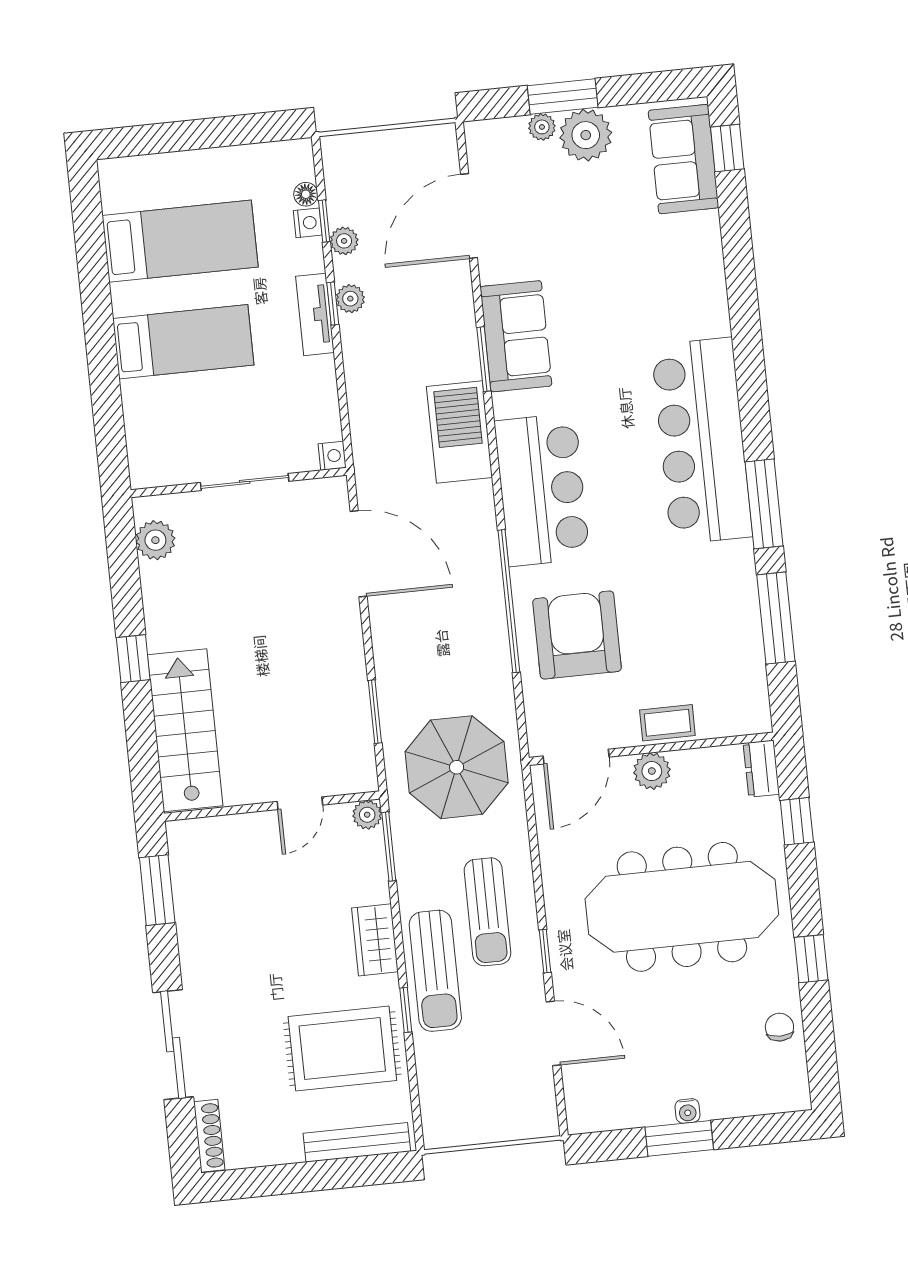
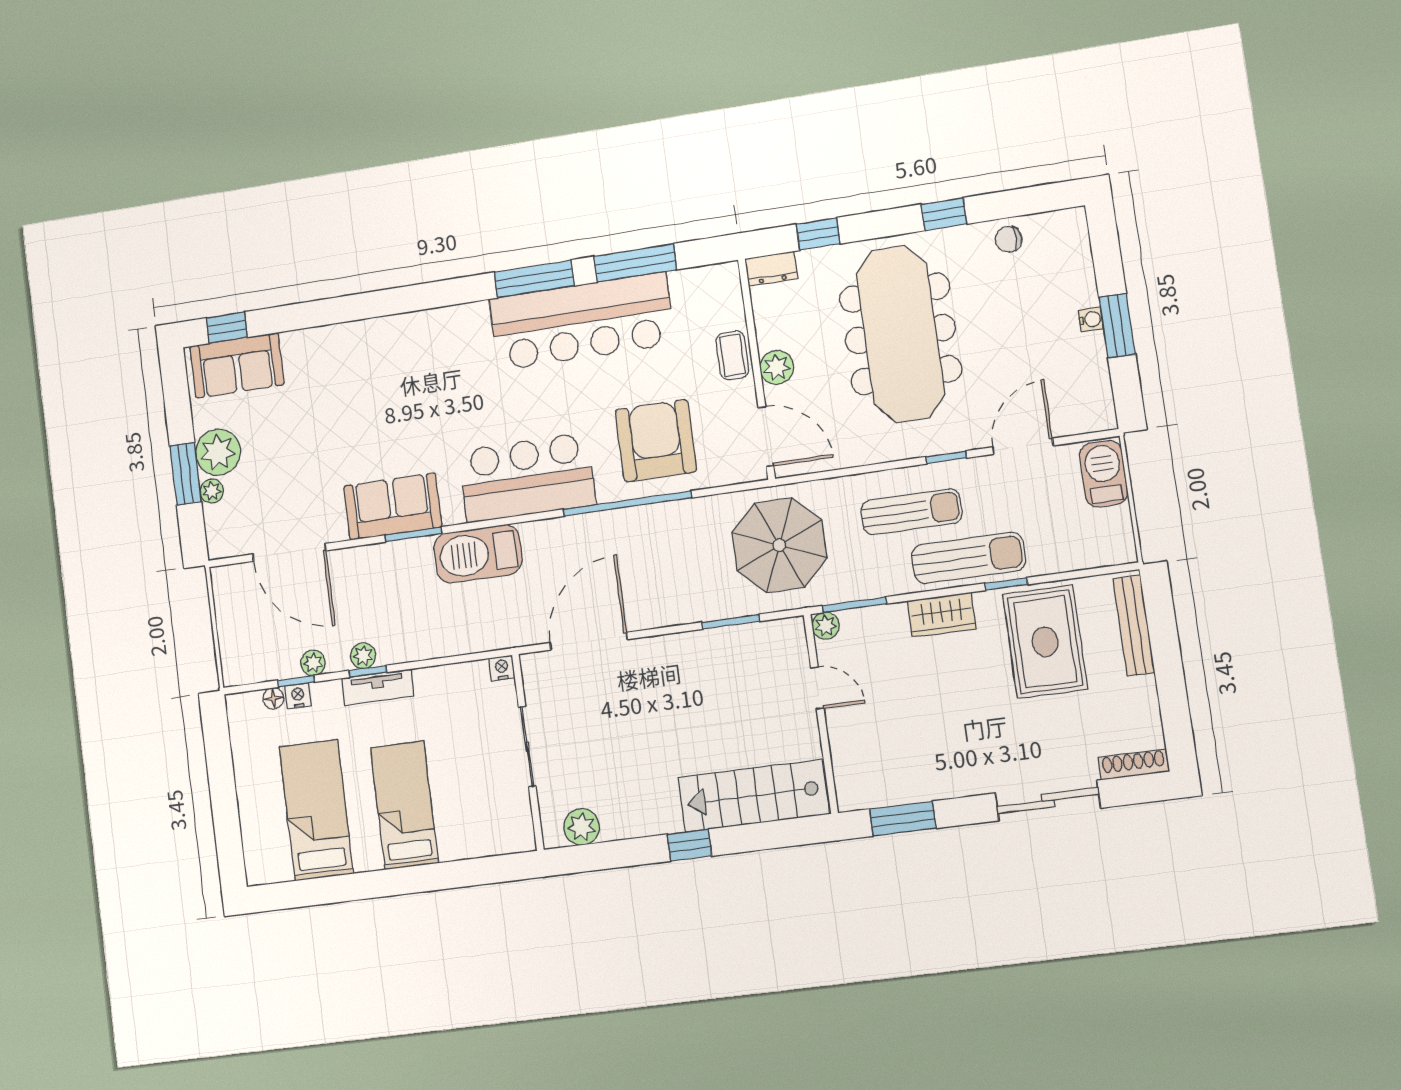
bar counter: (702, 441) -> (582, 321), moved
armchair: (577, 635) -> (656, 441), turned 90
barbecue: (520, 1118) -> (1104, 474), added

